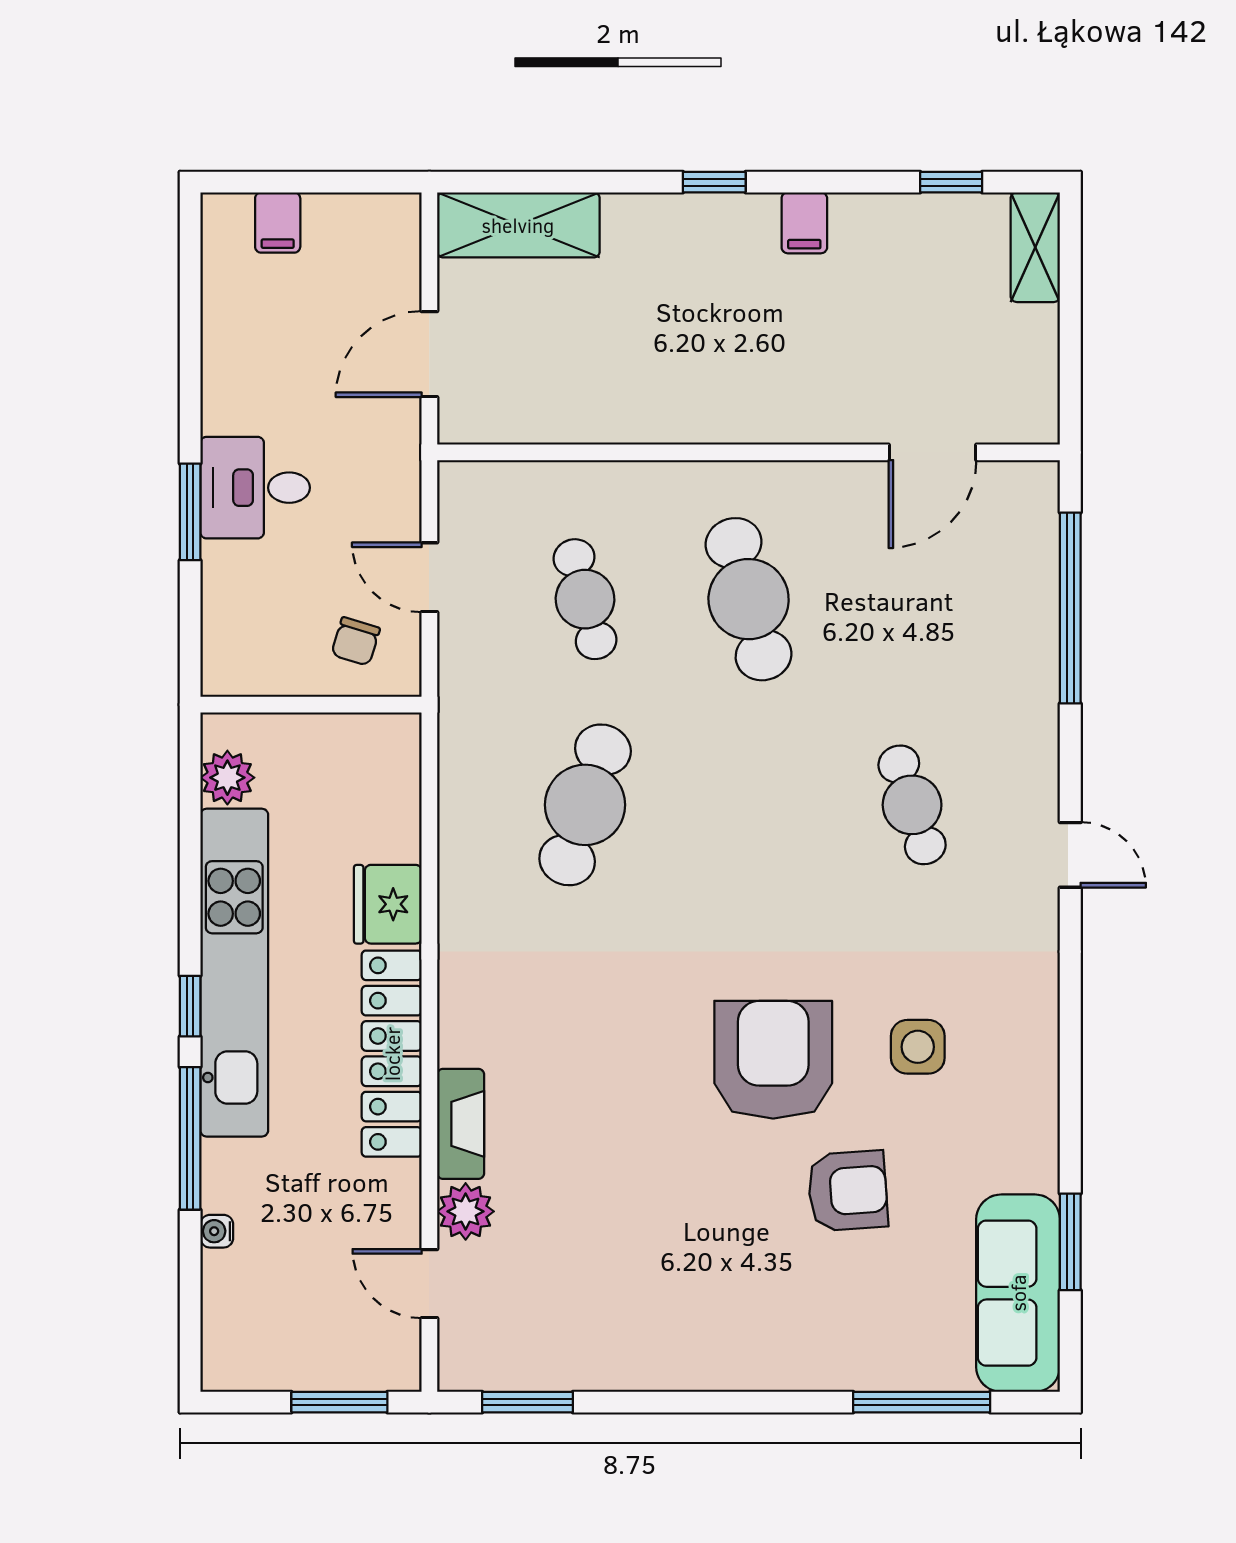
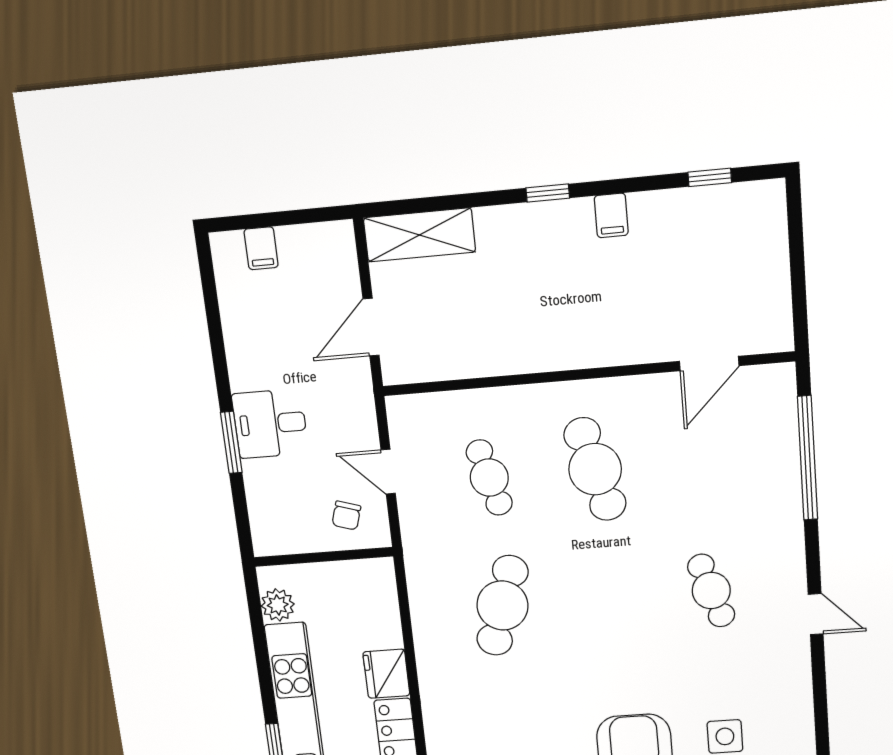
shelving: (1035, 247) -> (771, 218), removed

